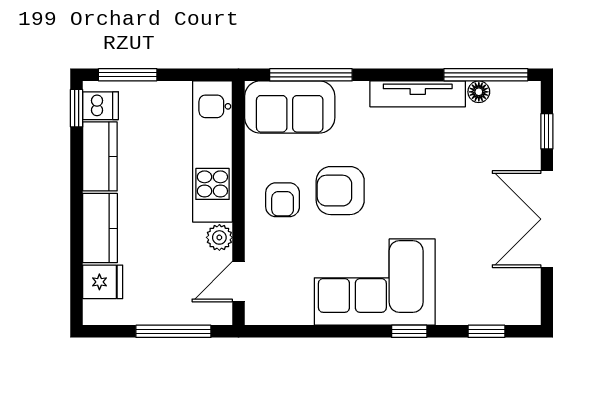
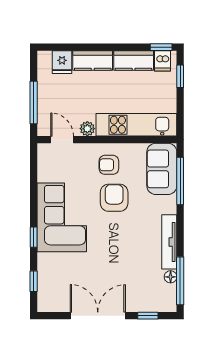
window: (128, 75) -> (180, 76), width x0.67

